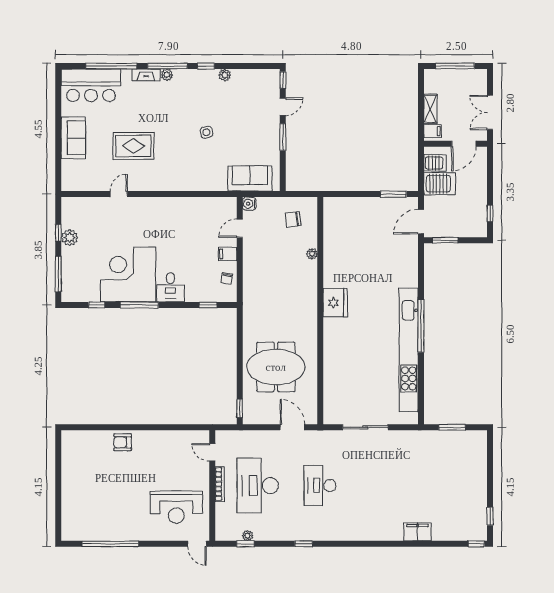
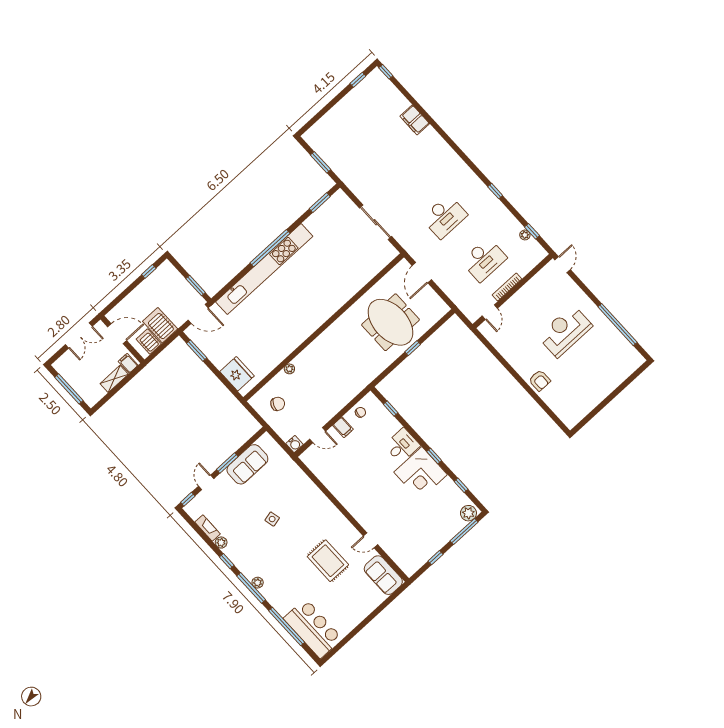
fireplace: (146, 75) -> (208, 528), moved
door: (283, 107) -> (206, 482), hinge flipped
sofa: (73, 138) -> (383, 575), moved, turned -90
sofa: (250, 179) -> (247, 464), moved, turned -90
chair: (293, 219) -> (278, 404), turned -59
plant: (70, 238) -> (468, 513), moved
corner desk: (128, 274) -> (421, 473), width x0.74, depth x0.74
fridge: (335, 303) -> (237, 374), moved, turned 90
window: (139, 305) -> (434, 456), width x0.46
kitchen unit: (409, 350) -> (264, 269), moved
window: (421, 398) -> (320, 202), added
window: (240, 408) -> (413, 348), moved
desk: (258, 486) -> (484, 260), width x0.73, depth x0.77
reception desk: (176, 507) -> (565, 331), moved, turned -90

